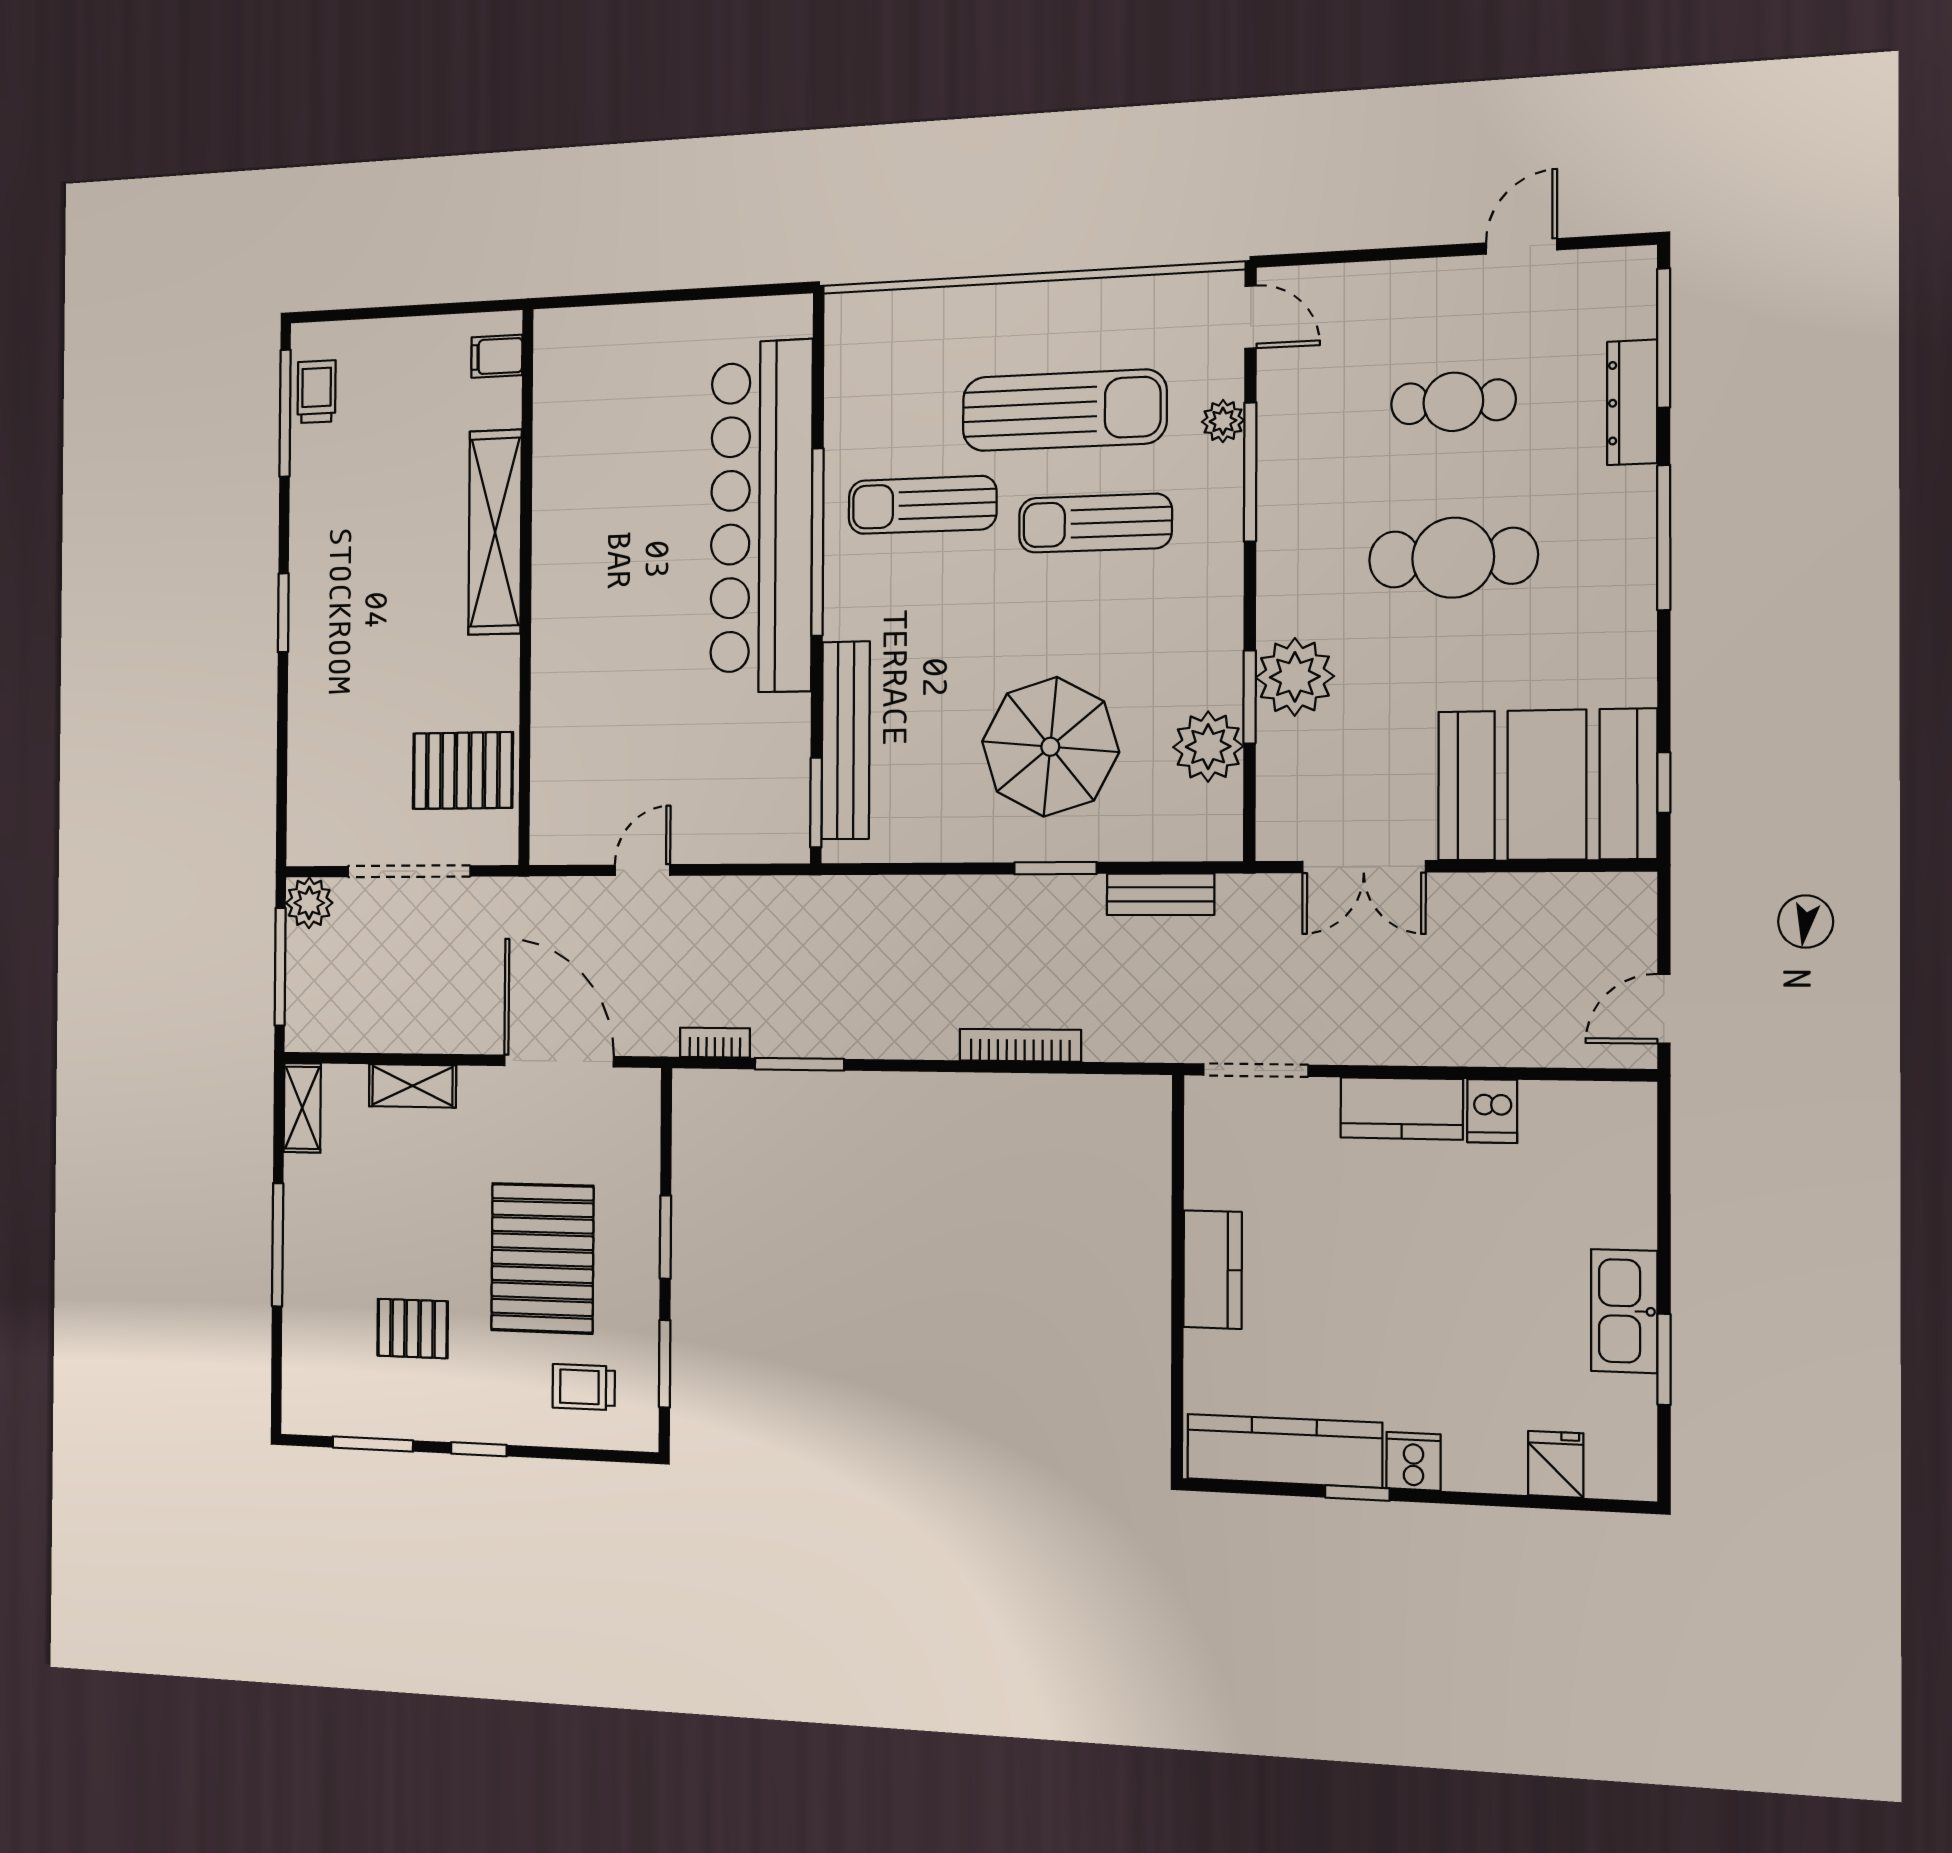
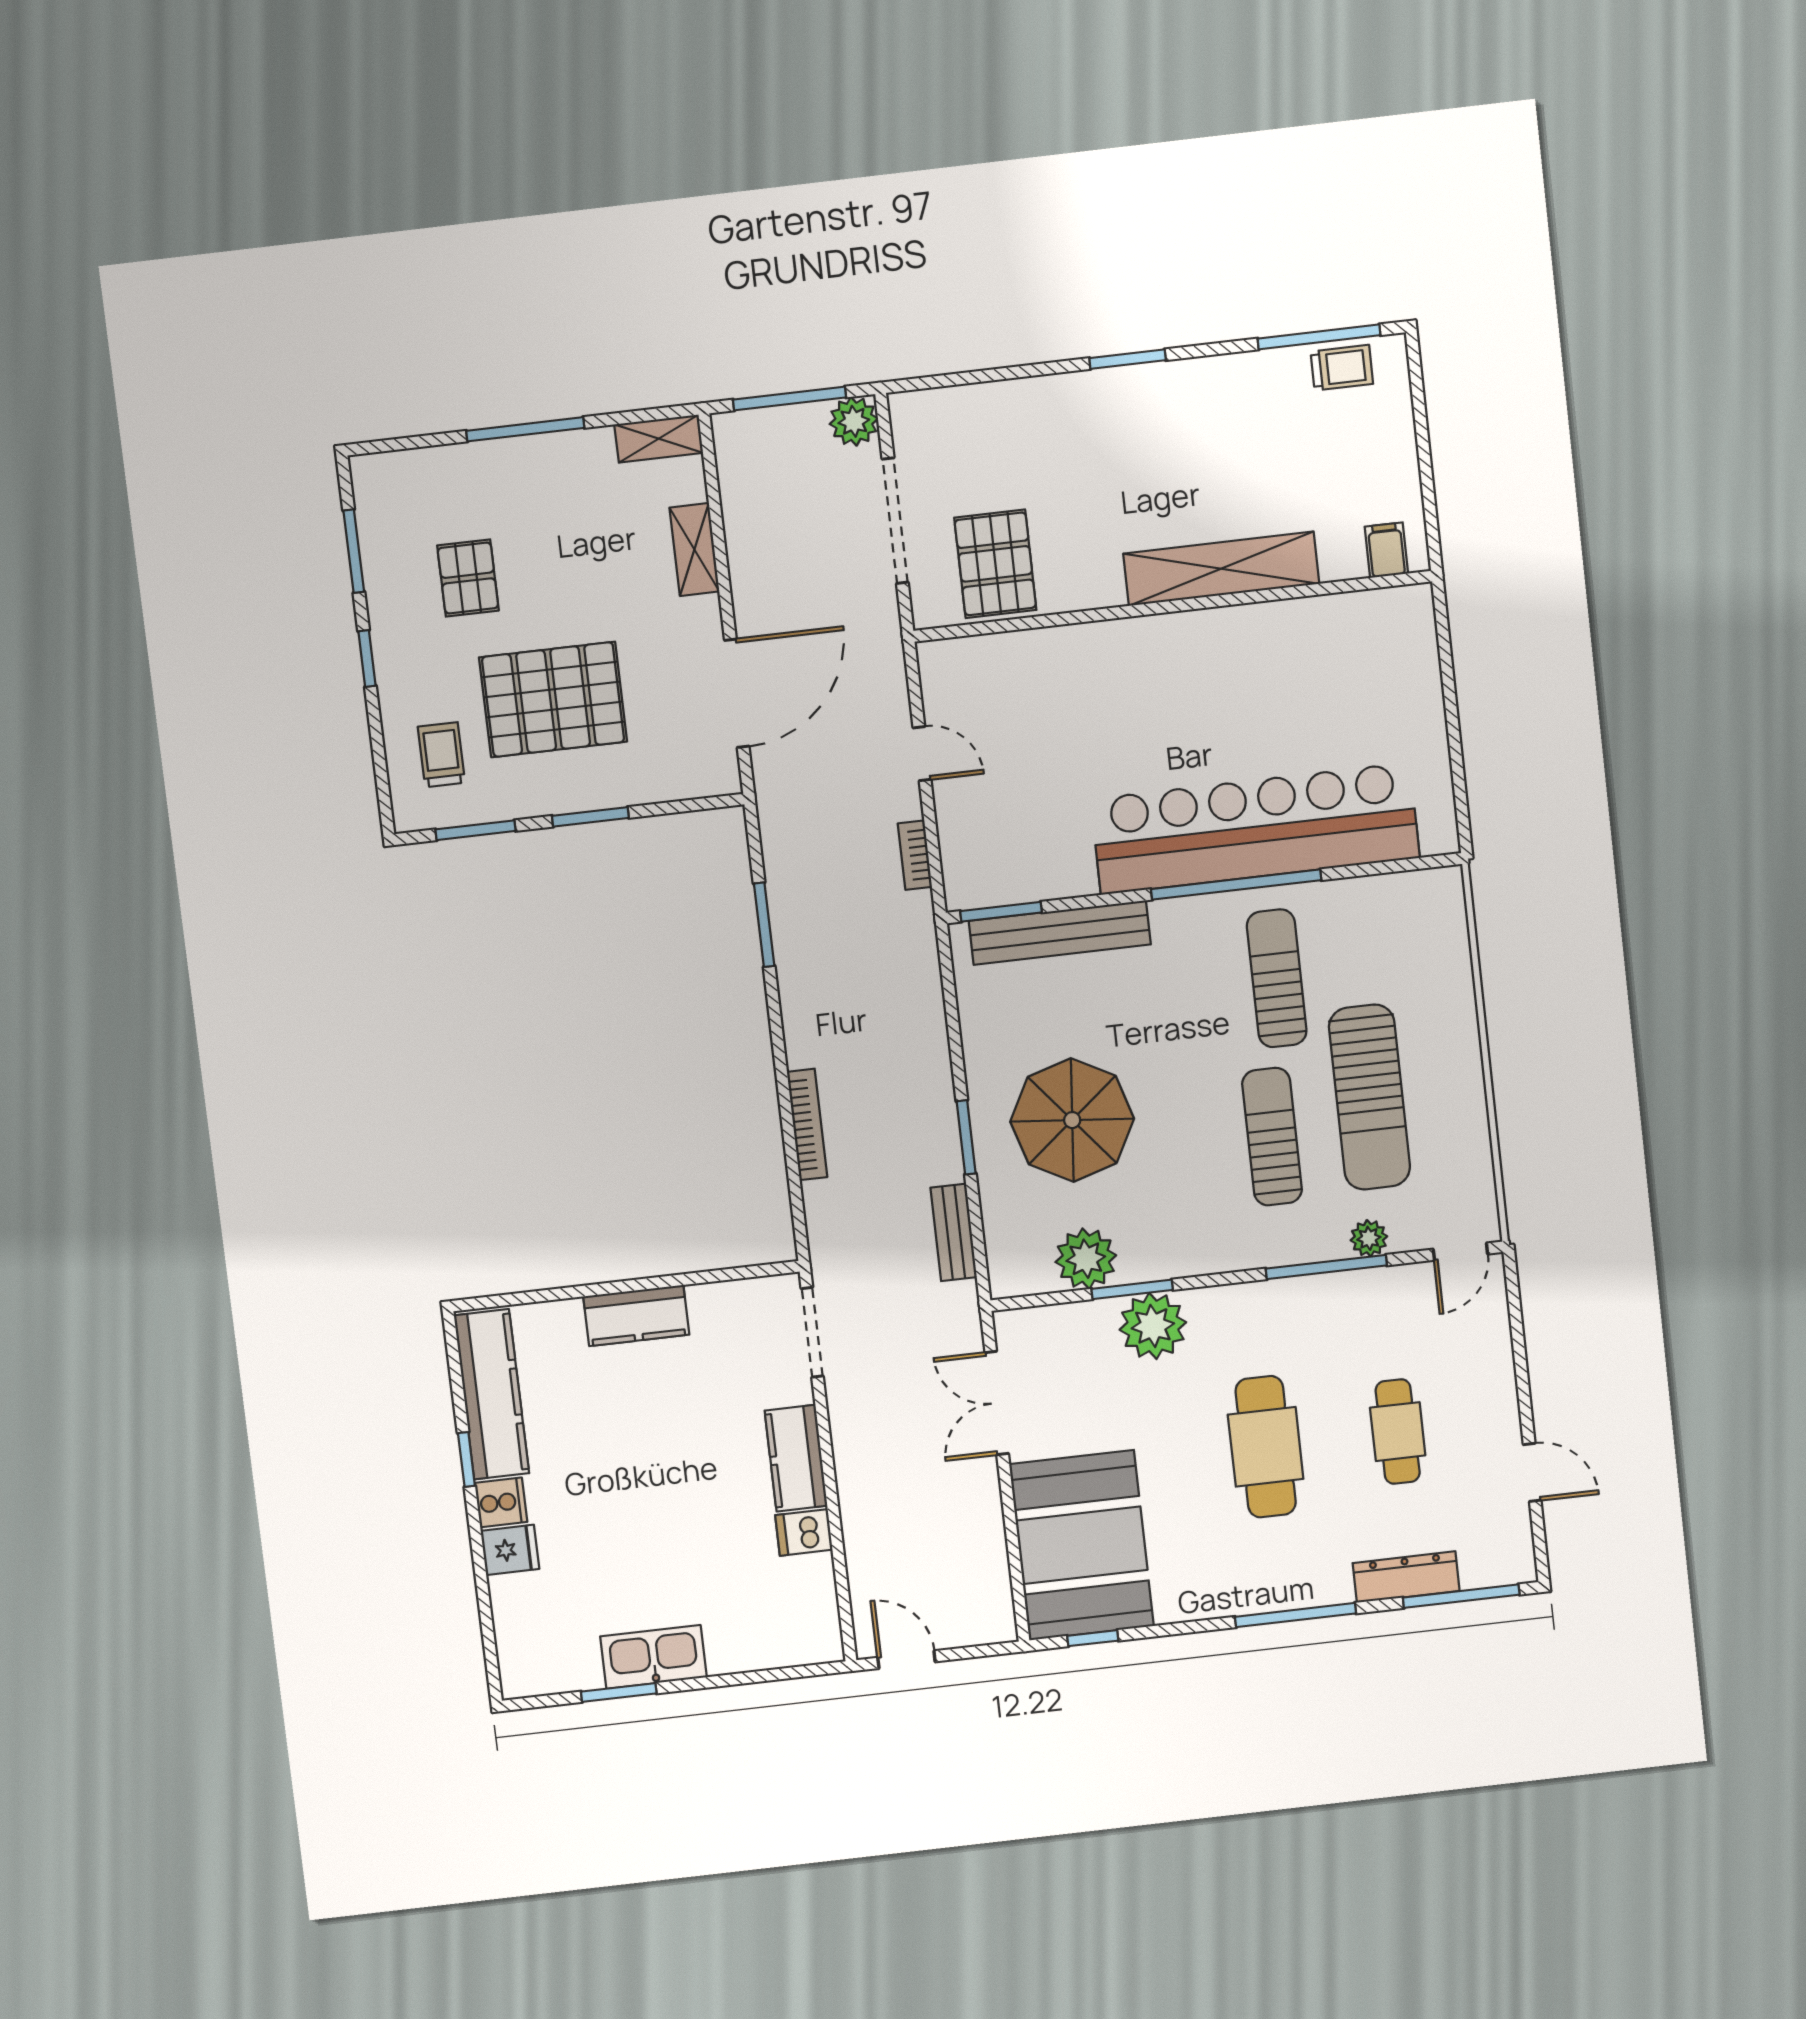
bookcase: (715, 1043) -> (915, 855), moved, turned 180
fridge: (1556, 1464) -> (510, 1550), moved

